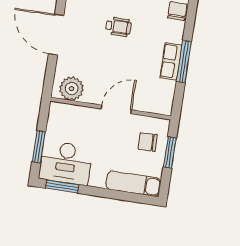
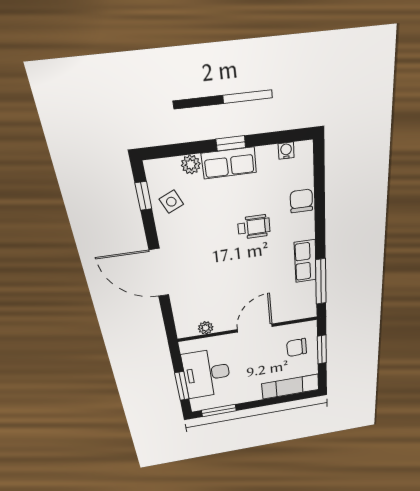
wheelchair: (118, 27) -> (254, 227), moved
window: (184, 61) -> (321, 282), moved
plant: (72, 89) -> (206, 328), width x0.53, depth x0.53
desk: (66, 163) -> (207, 374), moved, turned 90

